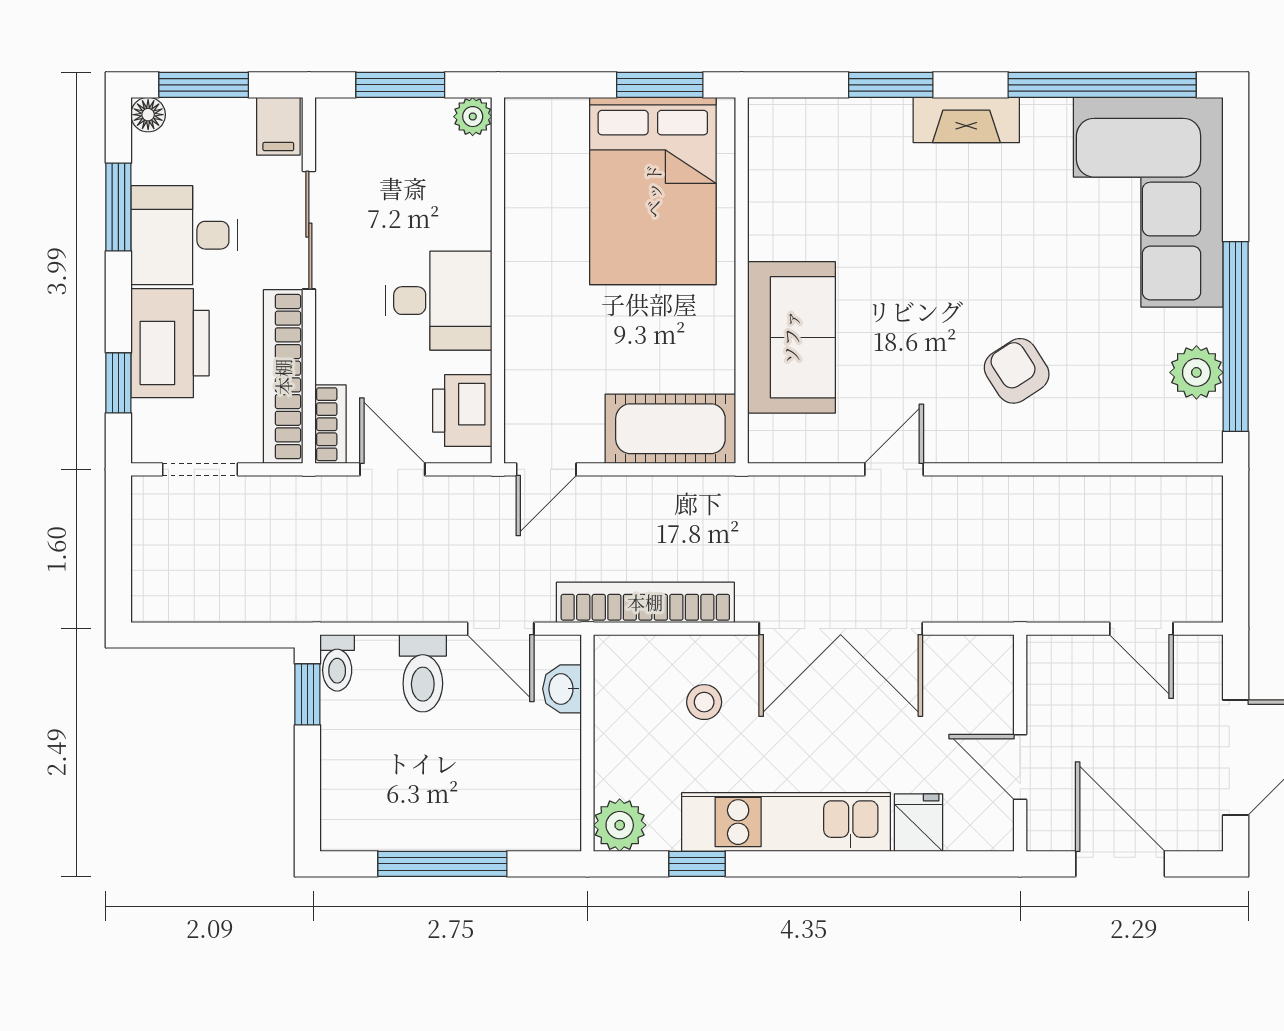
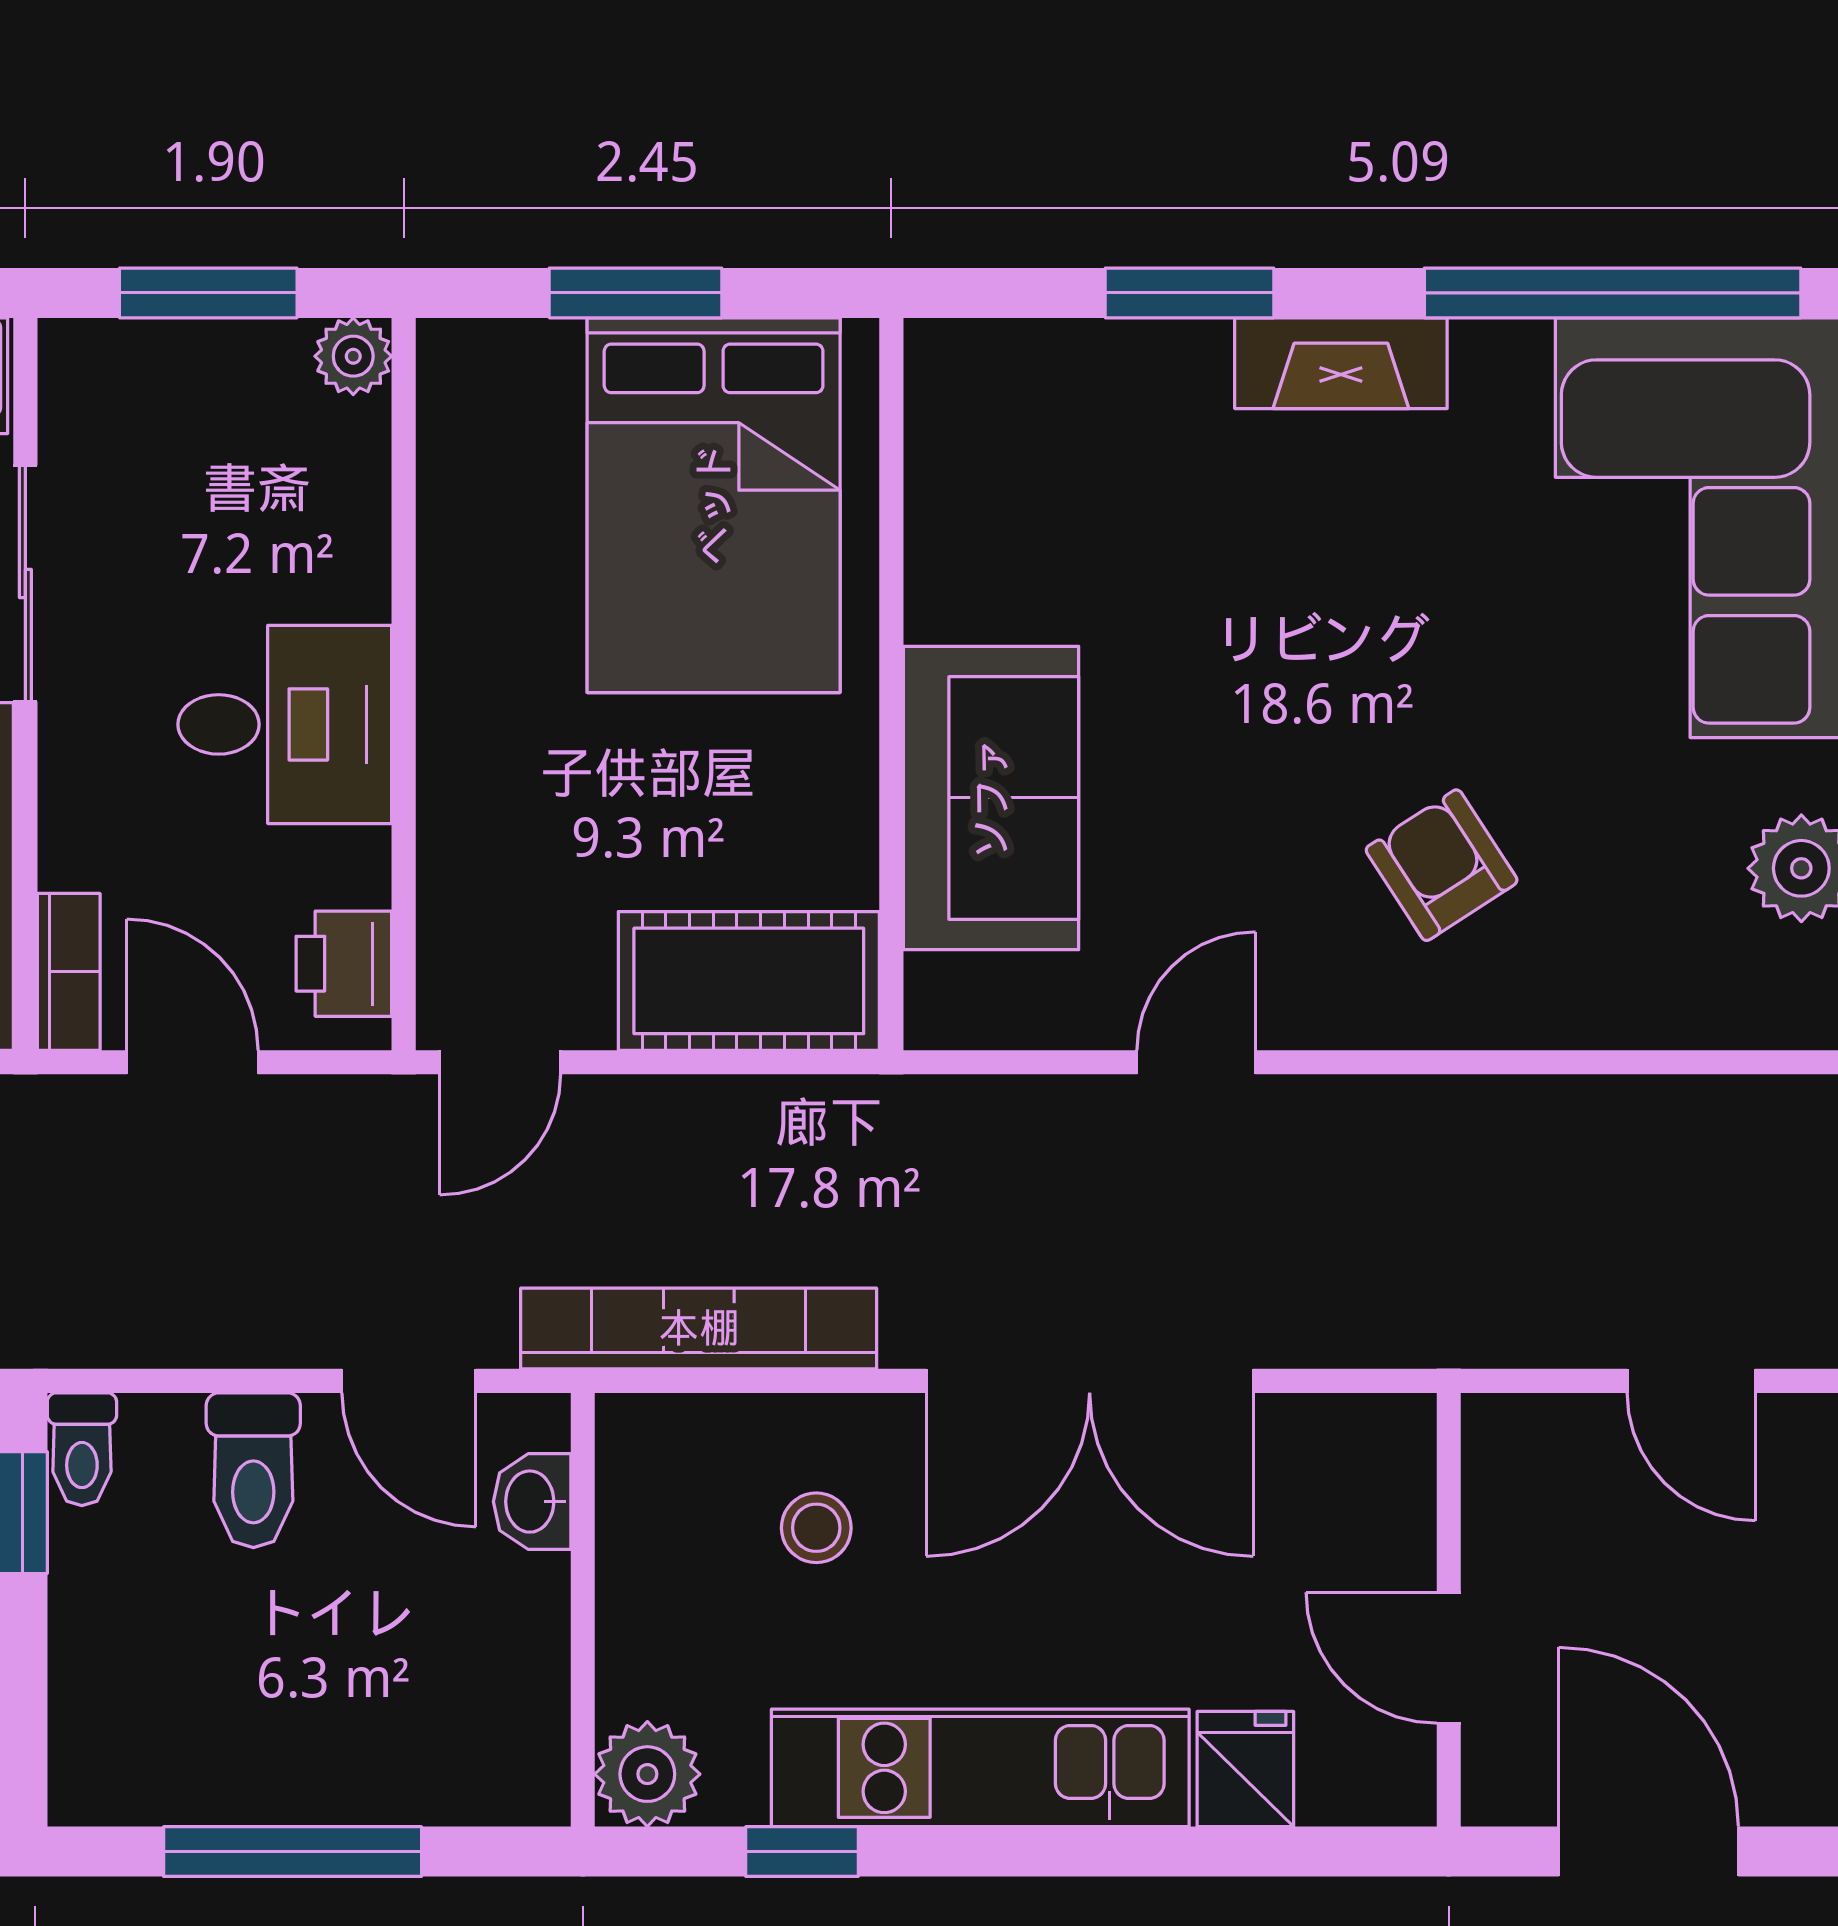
window: (660, 85) -> (635, 293), moved
printer: (462, 411) -> (344, 964), width x0.73, depth x0.81

